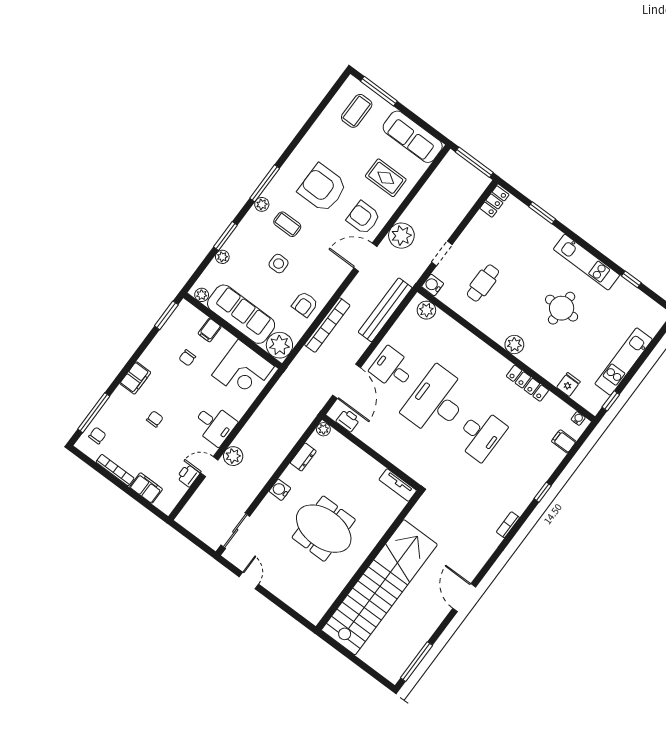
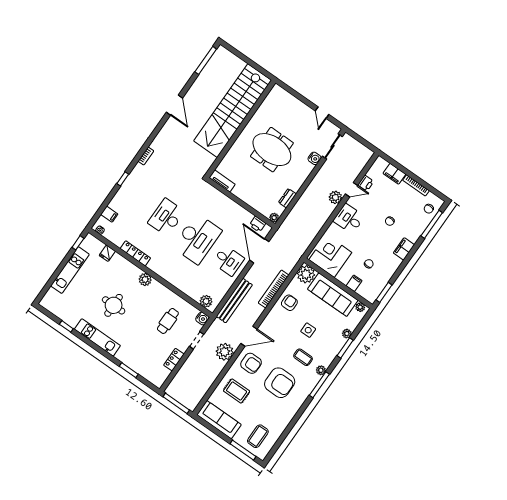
locker: (494, 201) -> (174, 360), moved
water cooler: (280, 490) -> (315, 158), moved

